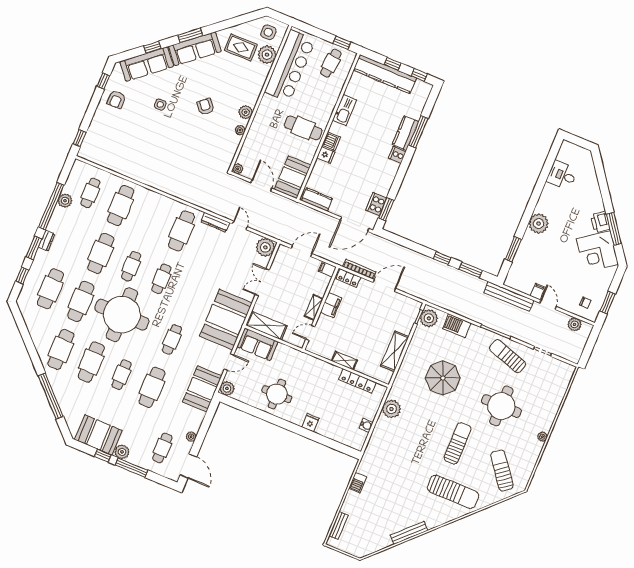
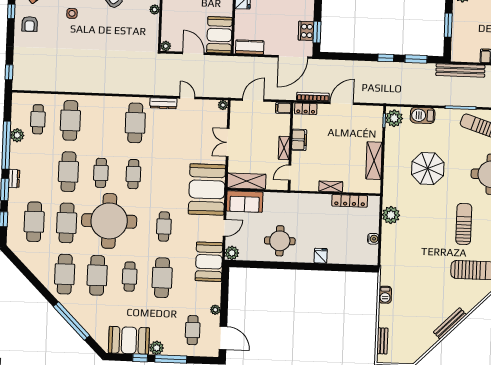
plant: (265, 247) -> (223, 105), width x0.53, depth x0.53

